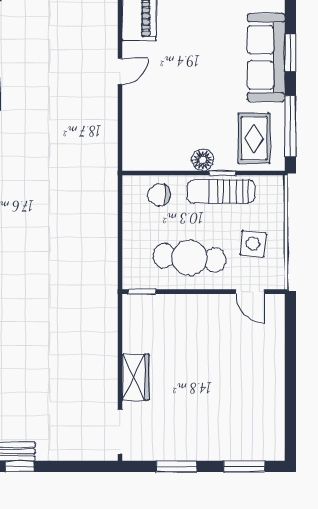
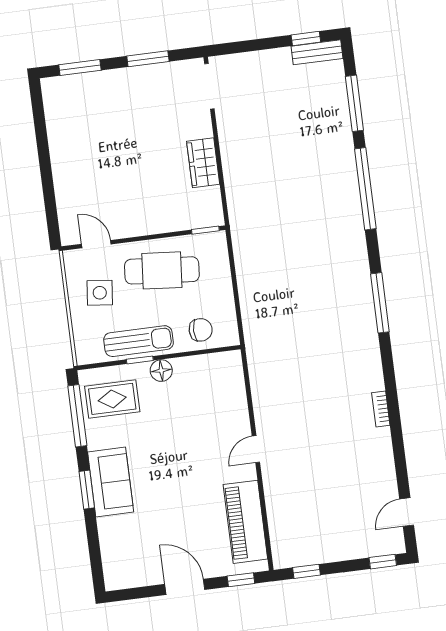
sofa: (266, 57) -> (111, 482), width x0.73
rug: (254, 138) -> (112, 399), turned 90
wardrobe: (136, 377) -> (203, 163), moved

